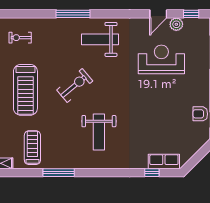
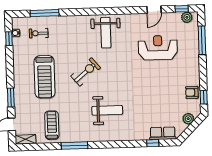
window: (73, 14) -> (45, 13), moved
plant: (176, 24) -> (187, 17), moved
weight bench: (100, 39) -> (106, 33), turned -90
weight bench: (99, 132) -> (107, 110), turned -90
plant: (195, 145) -> (188, 119), added

